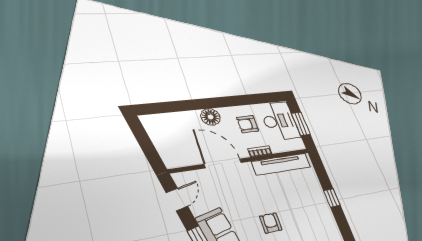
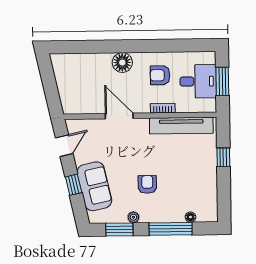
desk: (279, 121) -> (198, 81), width x0.73
door: (223, 163) -> (119, 116), width x0.73
window: (332, 198) -> (223, 157), moved

